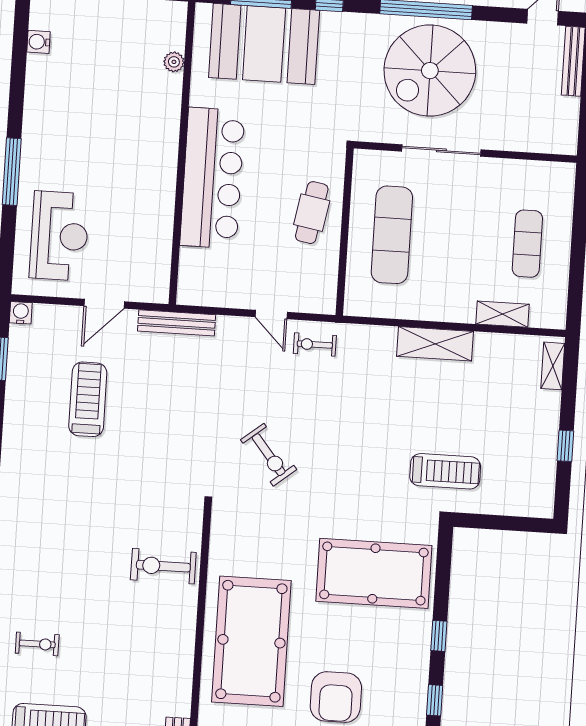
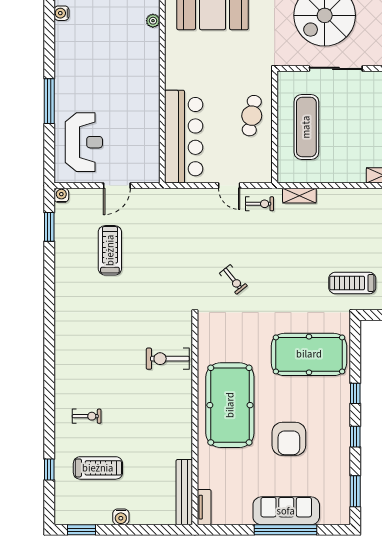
bar counter: (212, 178) -> (184, 137), moved
bench: (177, 323) -> (166, 195), removed
shelving: (435, 344) -> (299, 196), moved, width x0.67, depth x0.75
exercise bike: (315, 345) -> (260, 204), turned 180
exercise bike: (269, 455) -> (233, 280), width x0.73, depth x0.72
treadmill: (445, 471) -> (352, 283), turned 180

